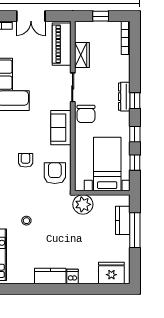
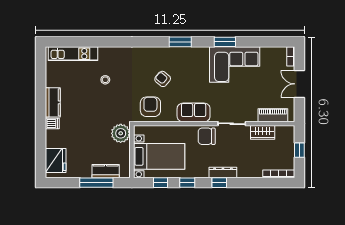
piano: (62, 44) -> (273, 115), width x0.73, depth x0.75
armchair: (26, 160) -> (163, 79), turned -140
armchair: (55, 173) -> (150, 107), turned -90

